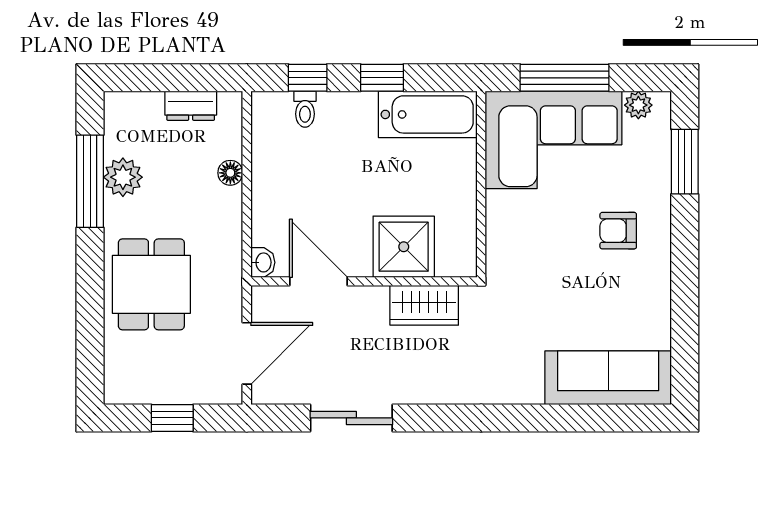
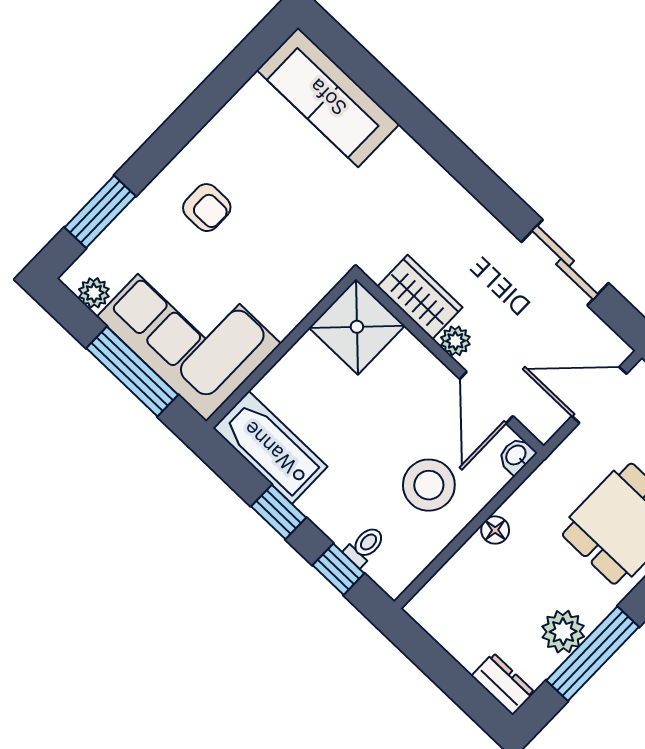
dresser: (191, 106) -> (503, 684), moved
floor lamp: (230, 173) -> (495, 530), moved
stool: (301, 189) -> (429, 485), added
shower: (404, 247) -> (357, 327), moved
plant: (374, 299) -> (455, 341), added

